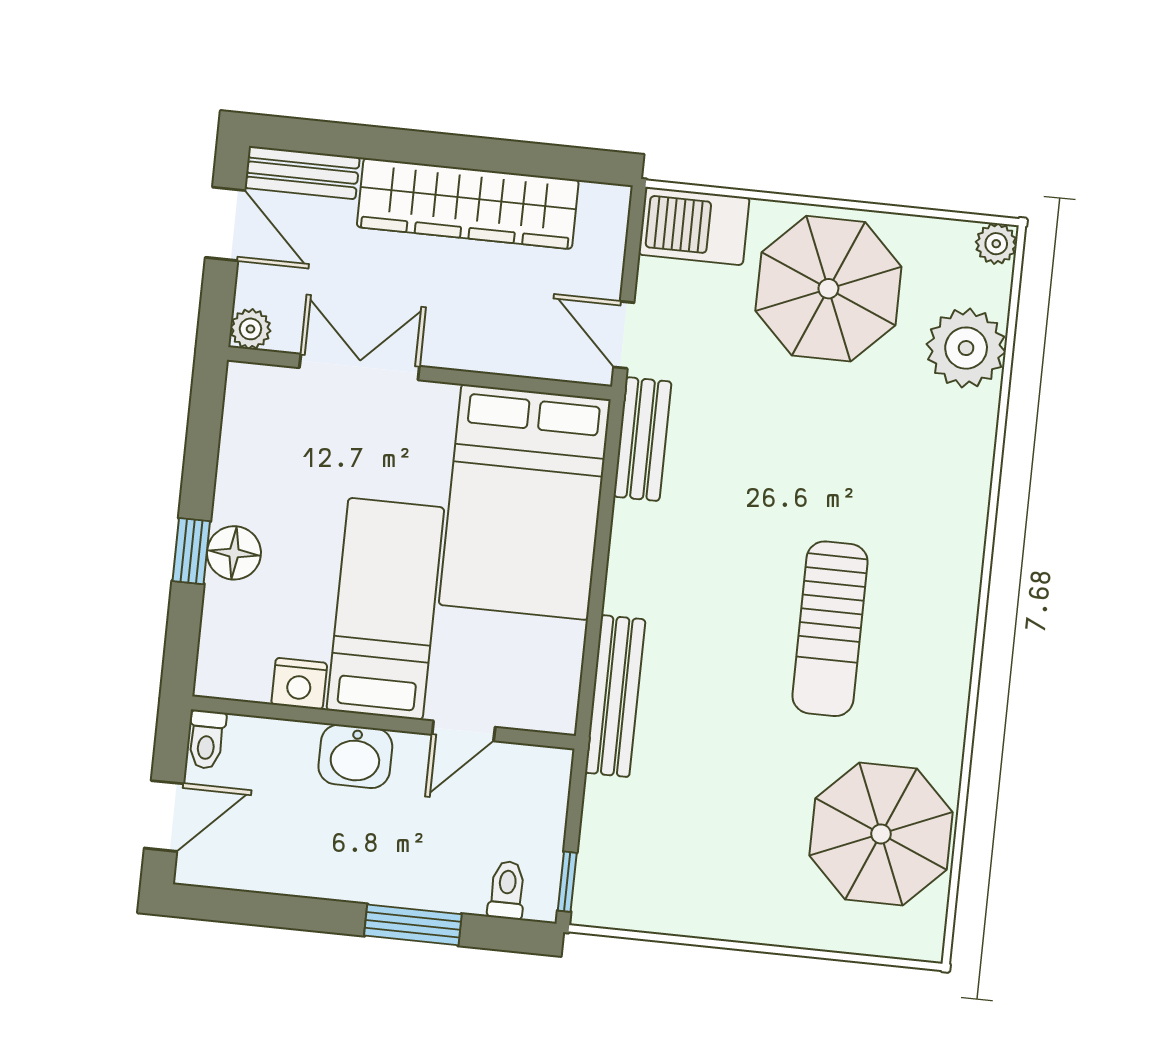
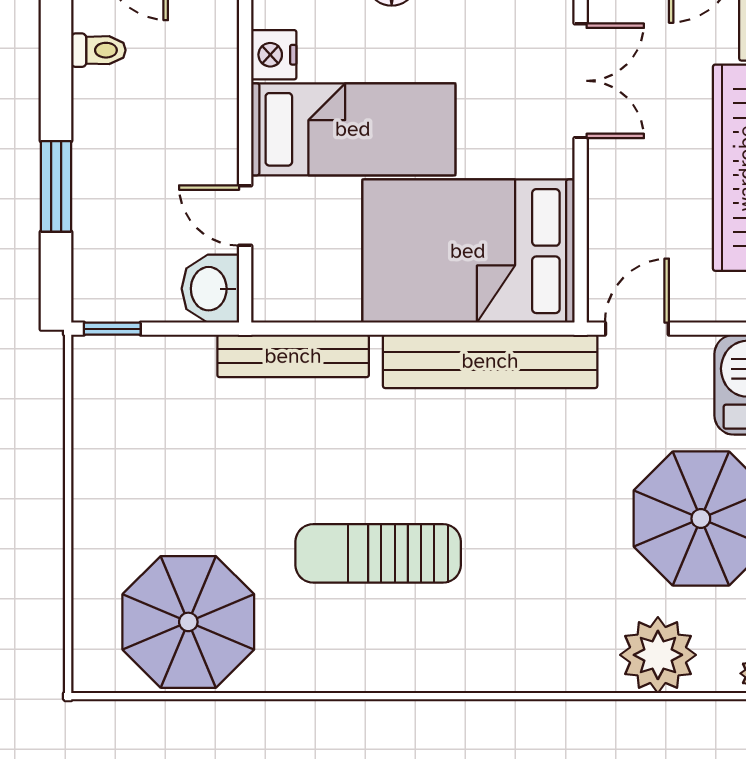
bench: (642, 439) -> (490, 361), width x1.86, depth x1.21
washbasin: (355, 756) -> (210, 289), moved
toilet: (507, 890) -> (98, 50), moved

